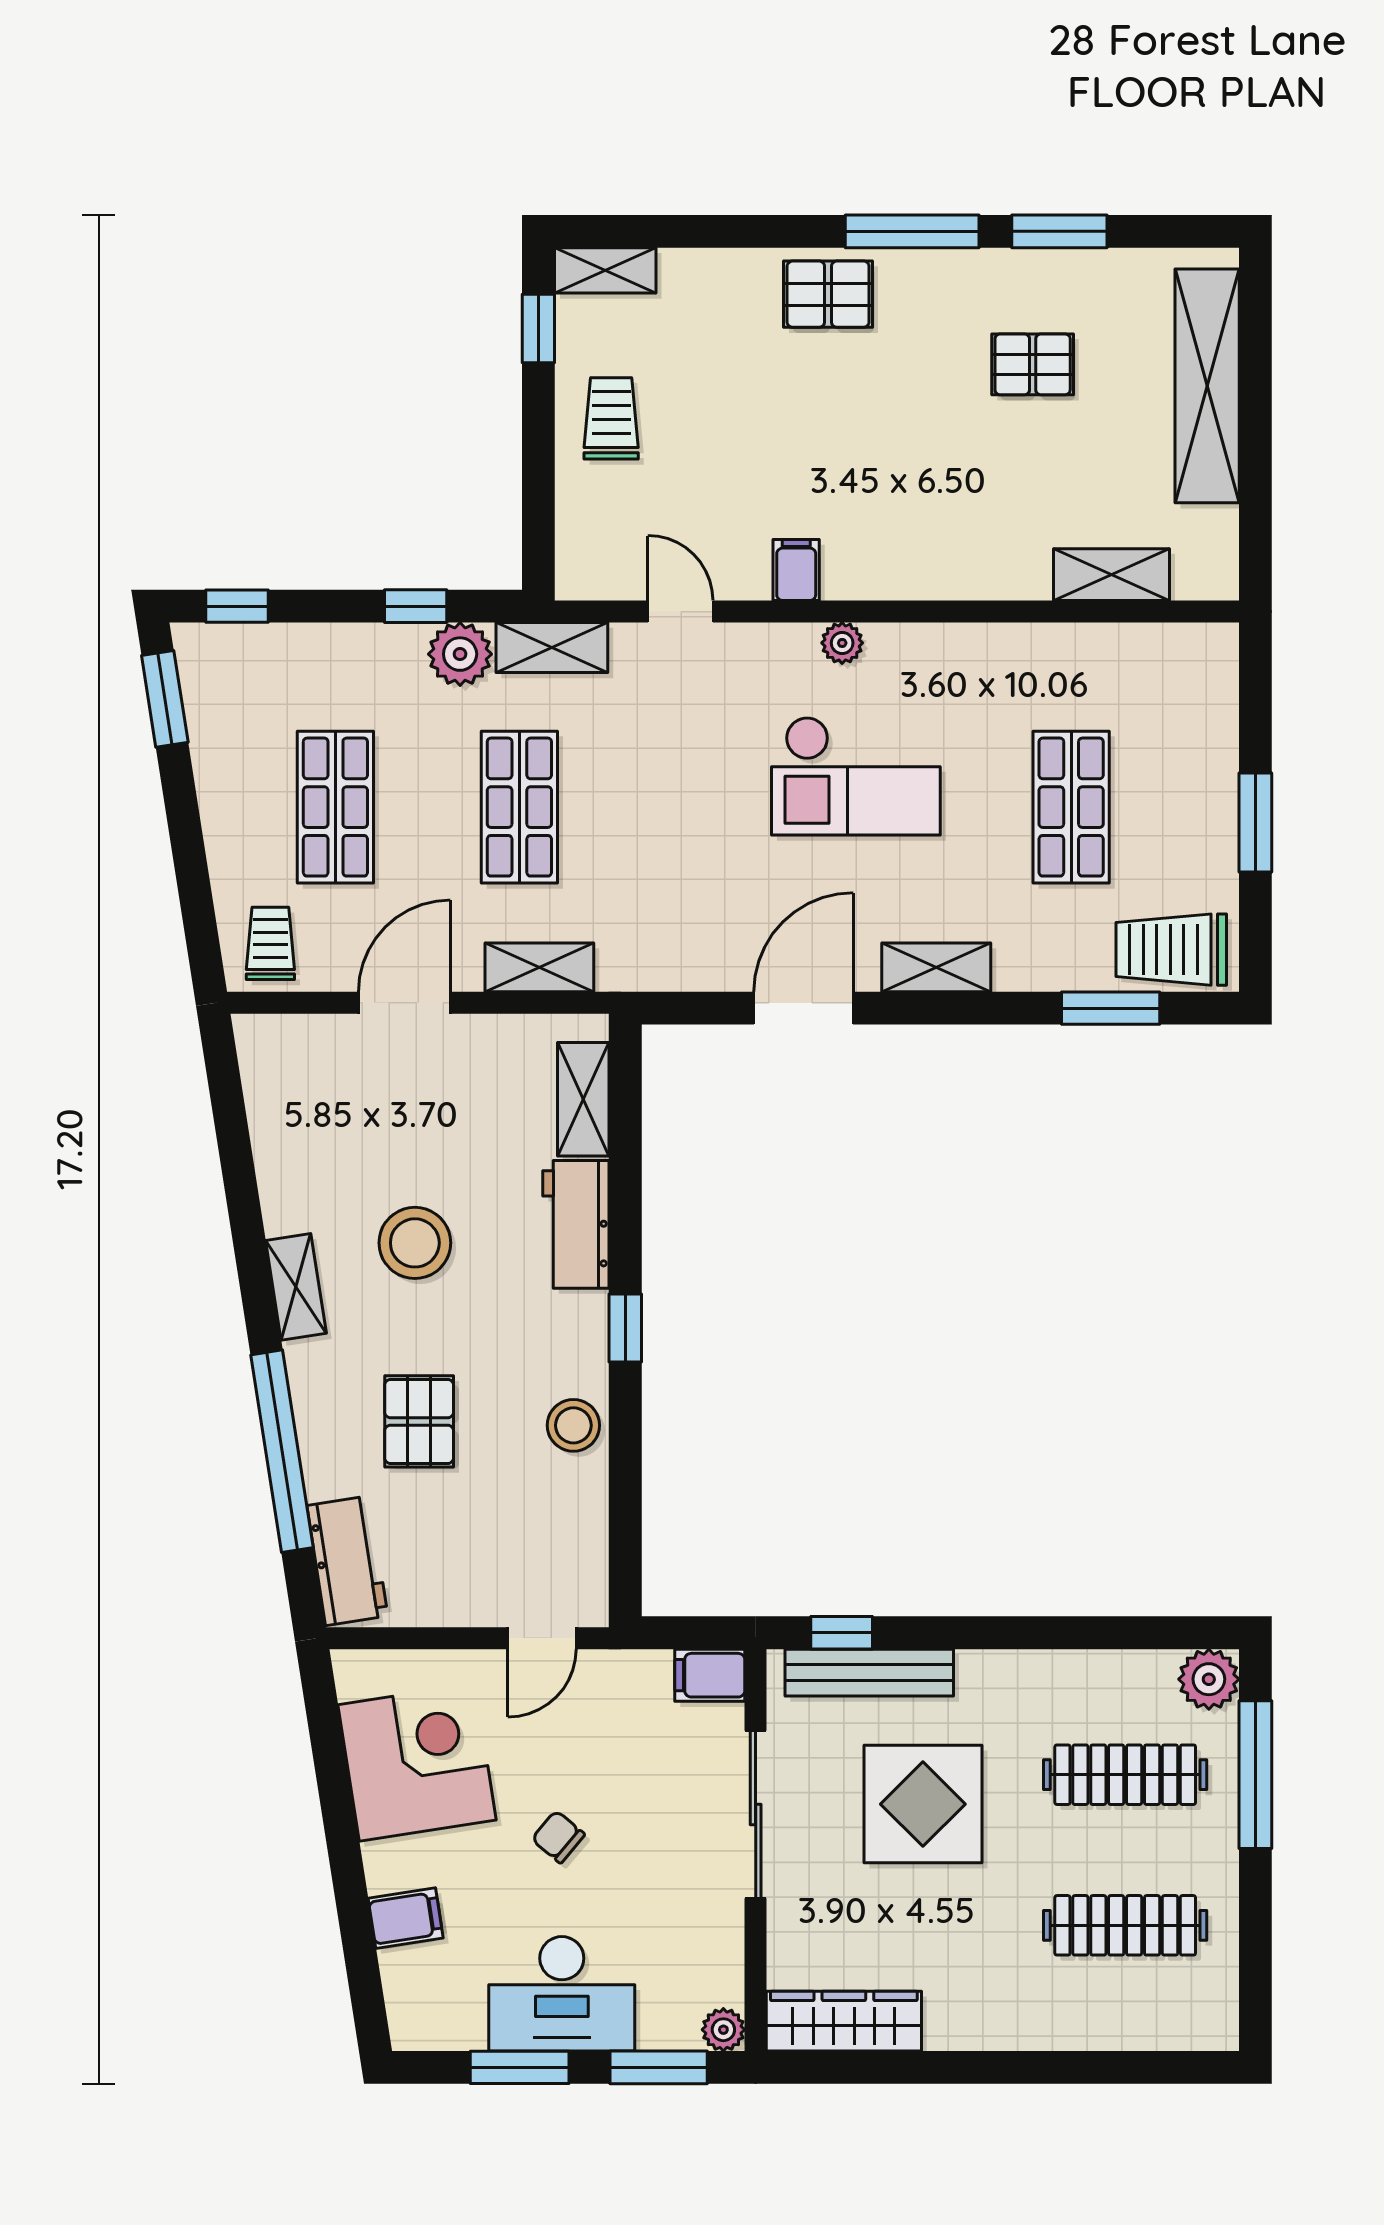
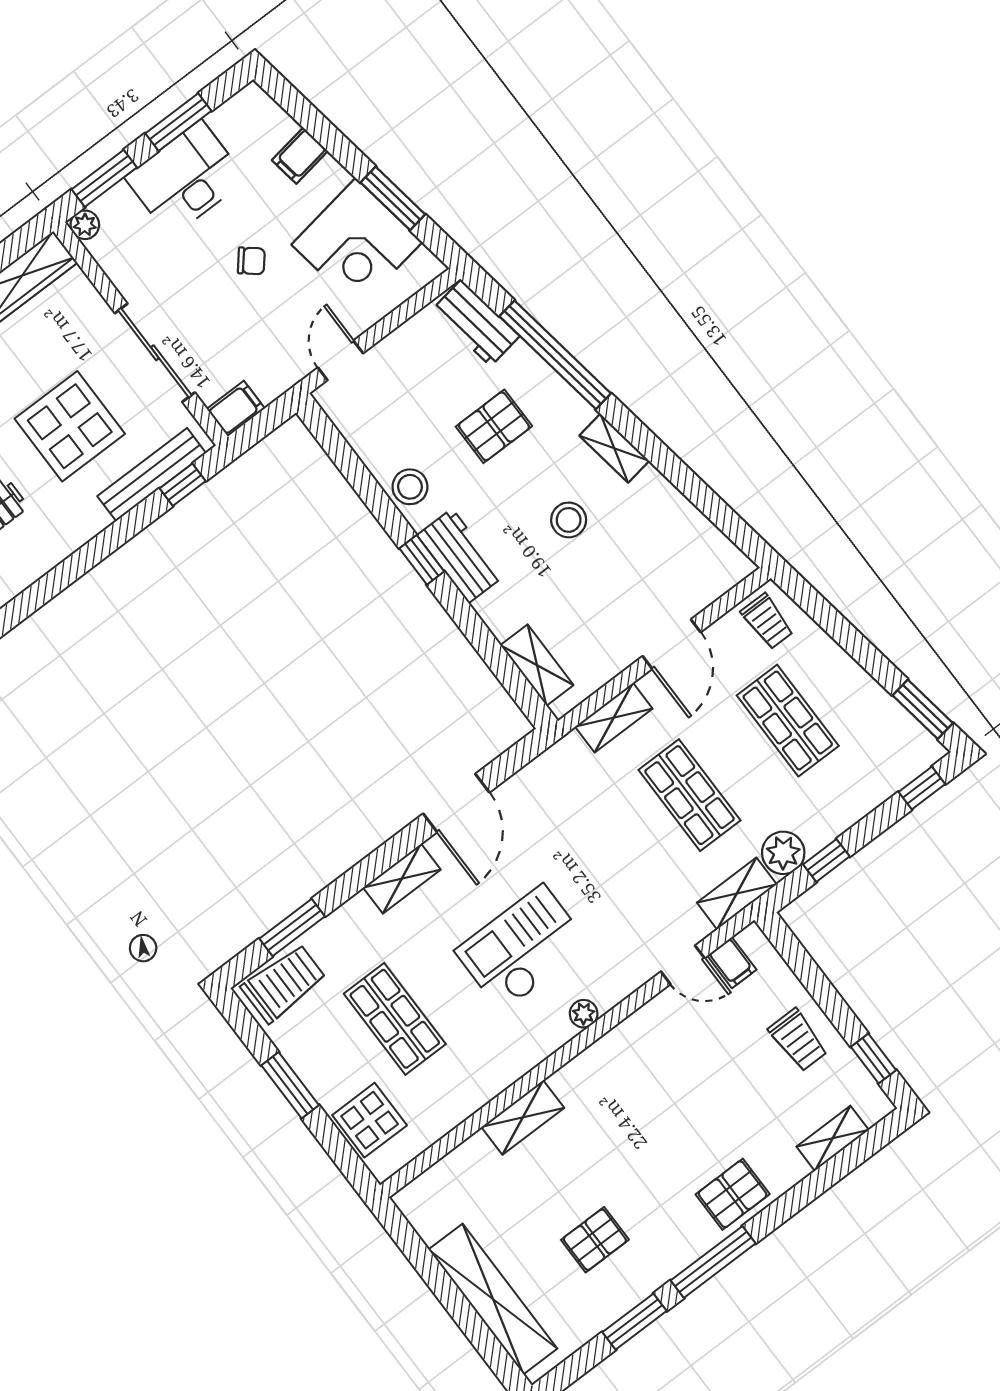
shelving: (605, 270) -> (833, 1138), moved
filing cabinet: (796, 570) -> (732, 963), moved
shelving: (1112, 575) -> (523, 1117), moved
display table: (1192, 709) -> (370, 1120), added
workbench: (576, 1224) -> (460, 556), moved
stool: (415, 1243) -> (569, 520), width x0.73, depth x0.73
pallet: (419, 1421) -> (494, 426), turned 90
window: (334, 1783) -> (393, 198), added

